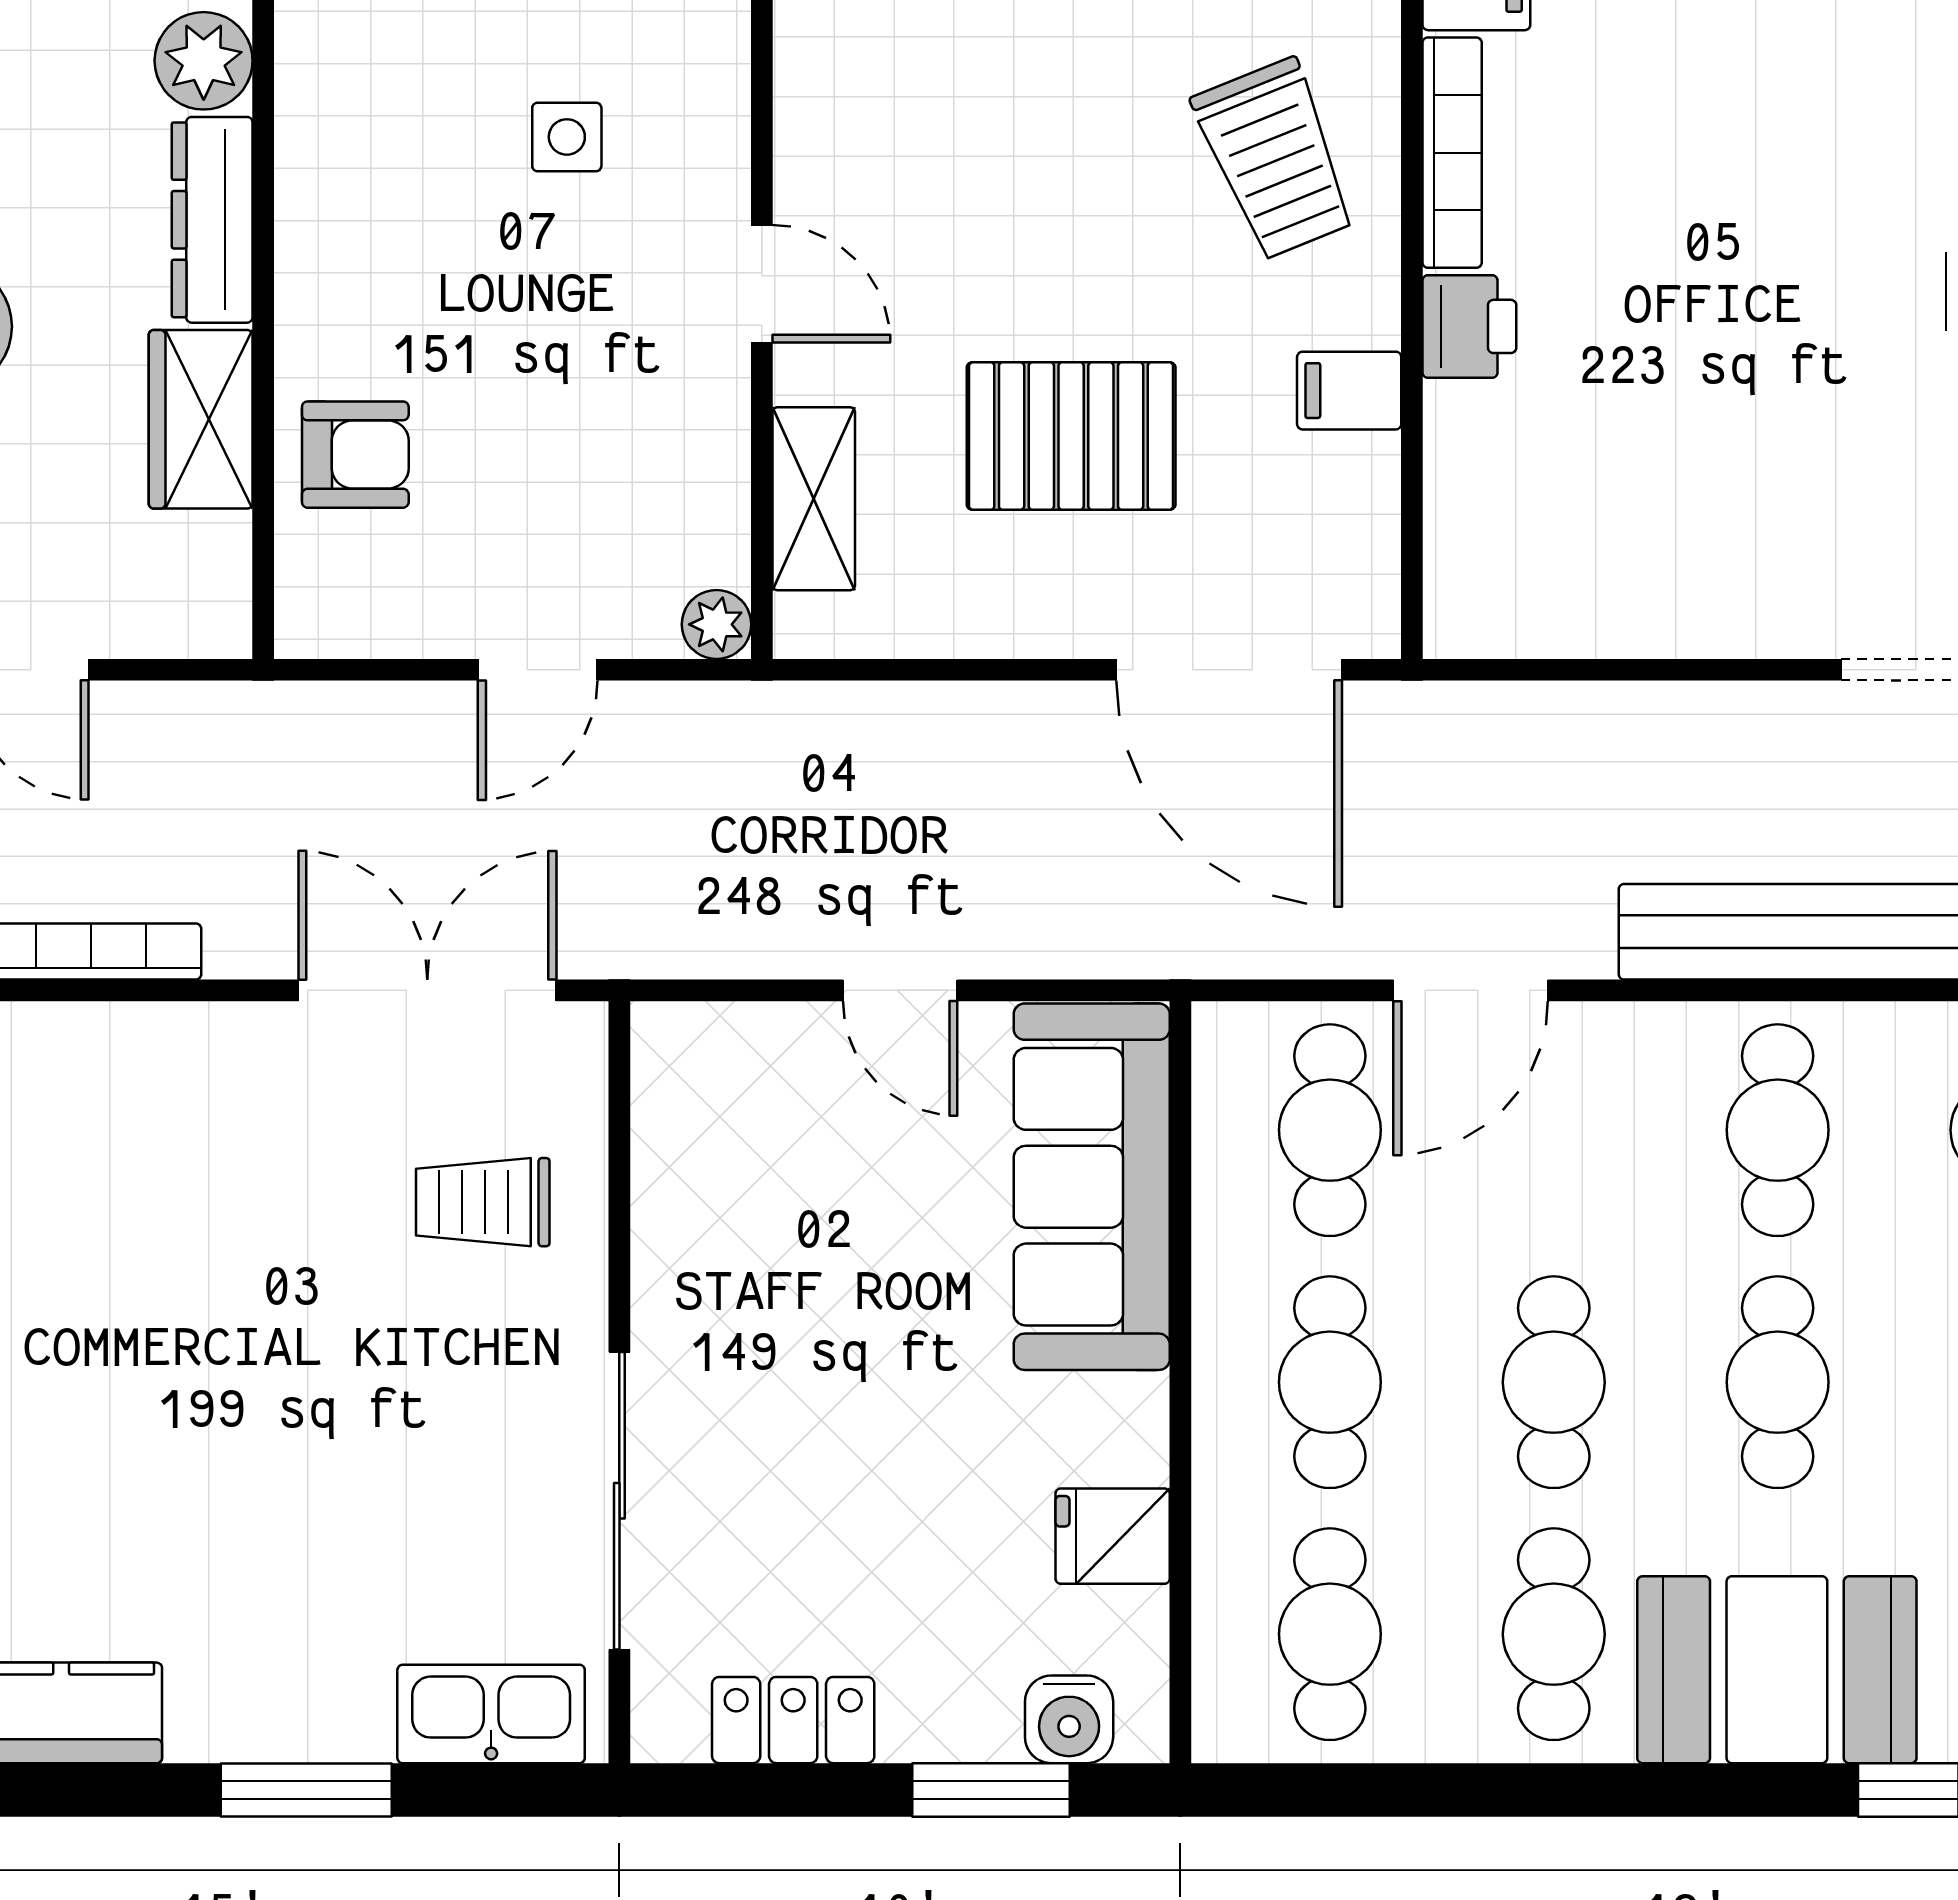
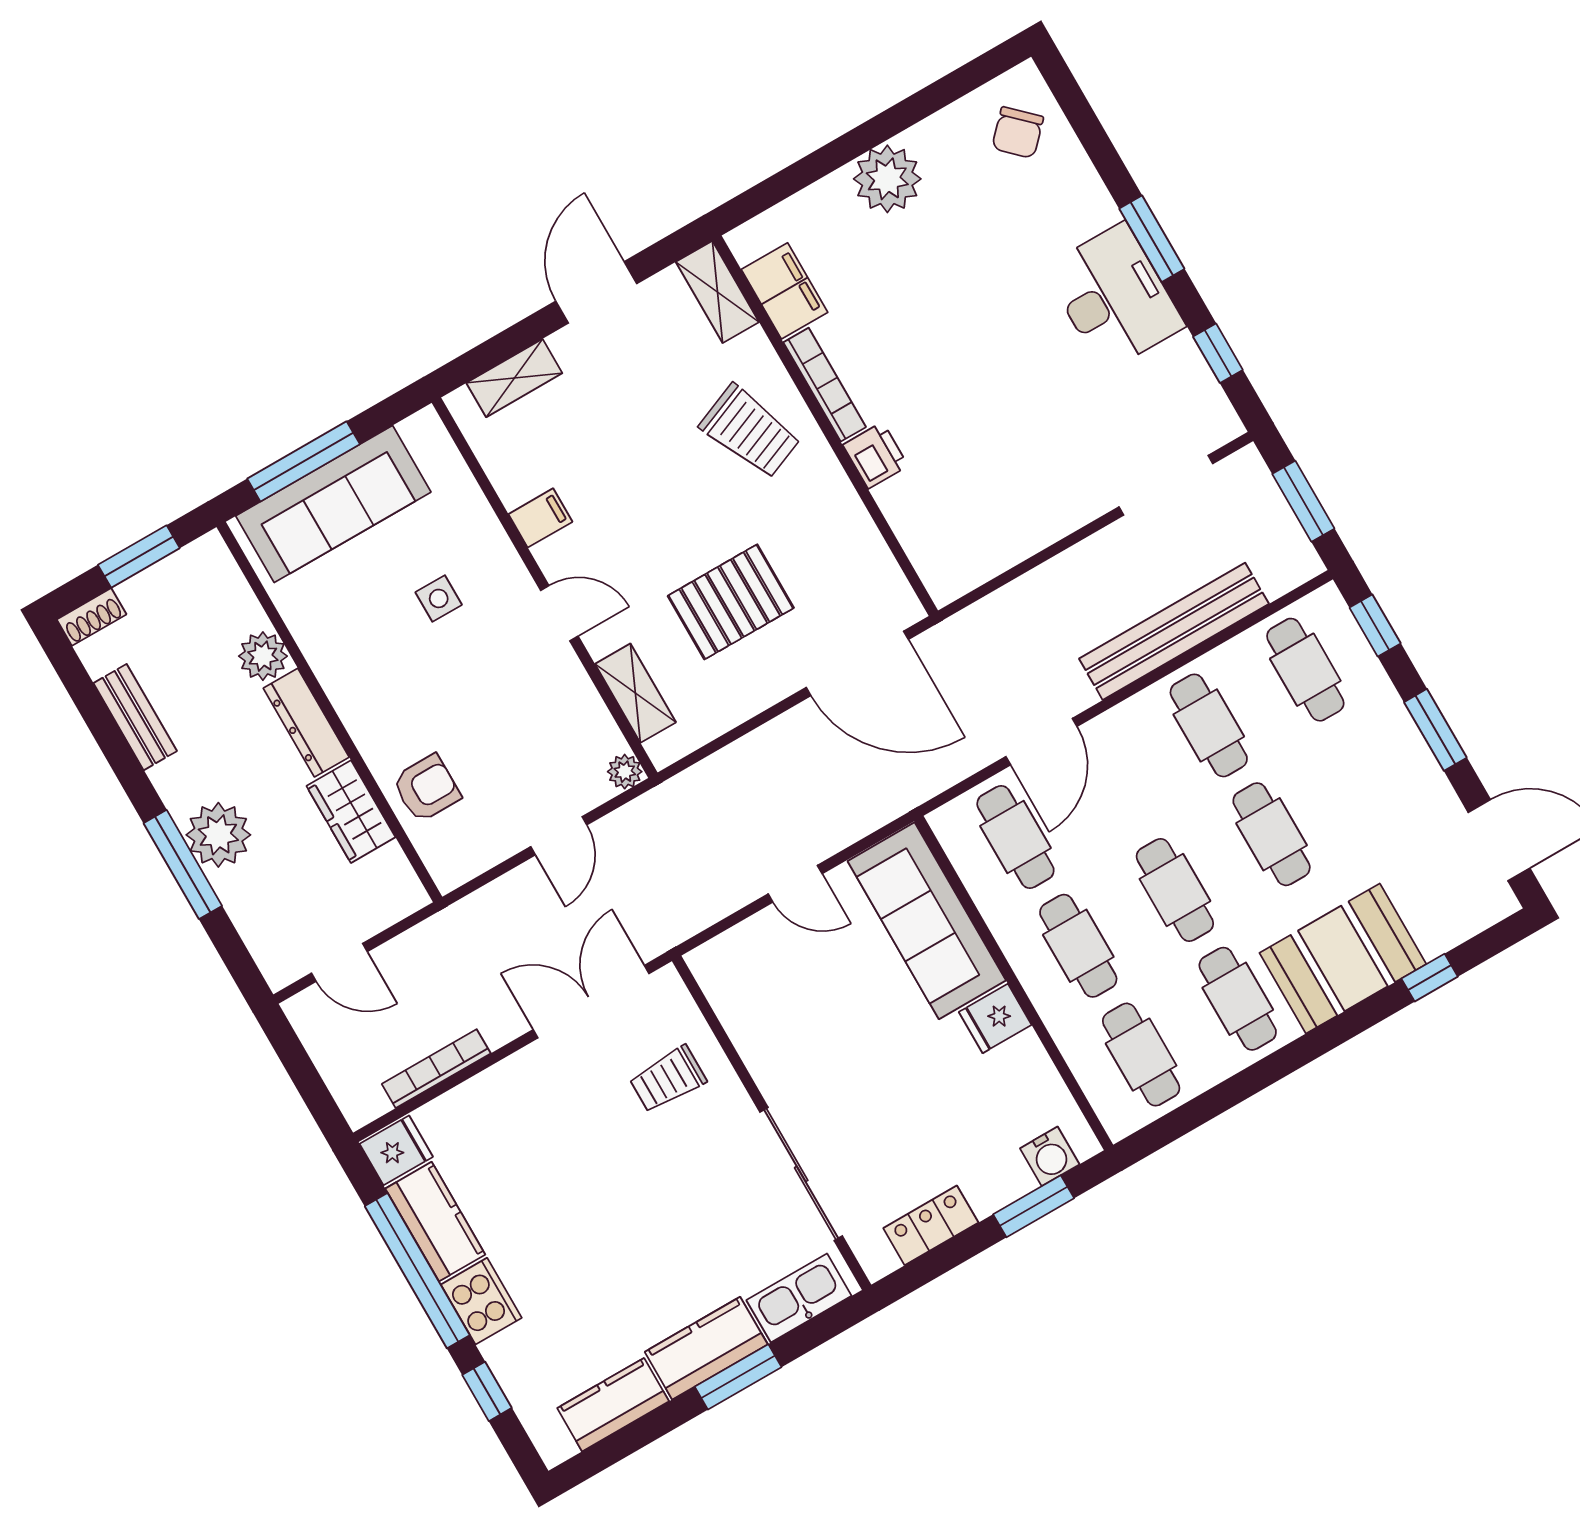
filing cabinet: (1349, 391) -> (540, 518), moved, turned 180
fridge: (1113, 1536) -> (995, 1018), moved
kitchen counter: (280, 1708) -> (706, 1348), added

